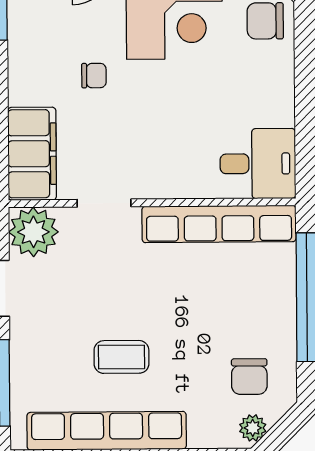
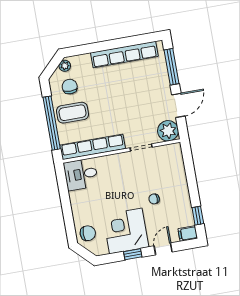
filing cabinet: (32, 154) -> (174, 163), removed
coffee table: (121, 357) -> (73, 113), moved, width x1.36, depth x1.30

